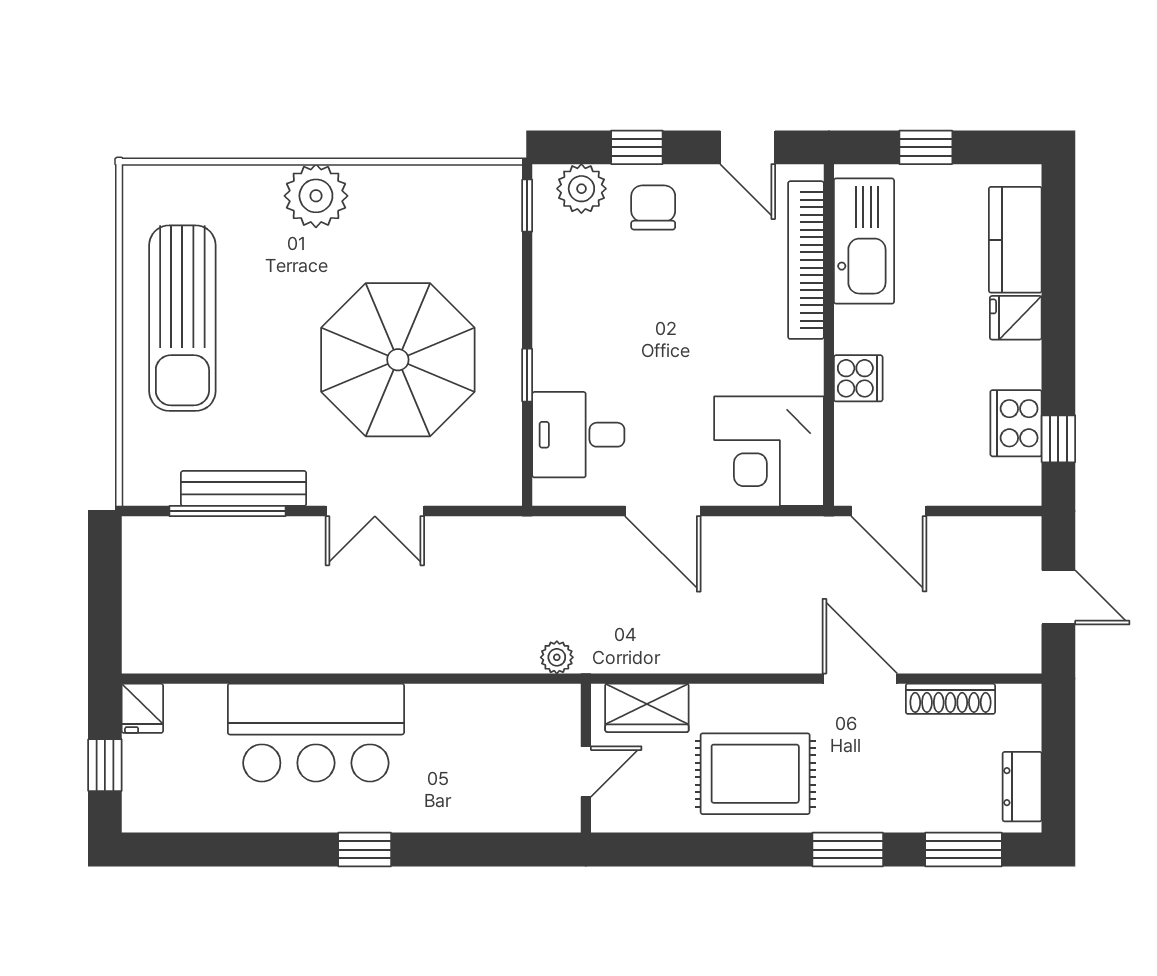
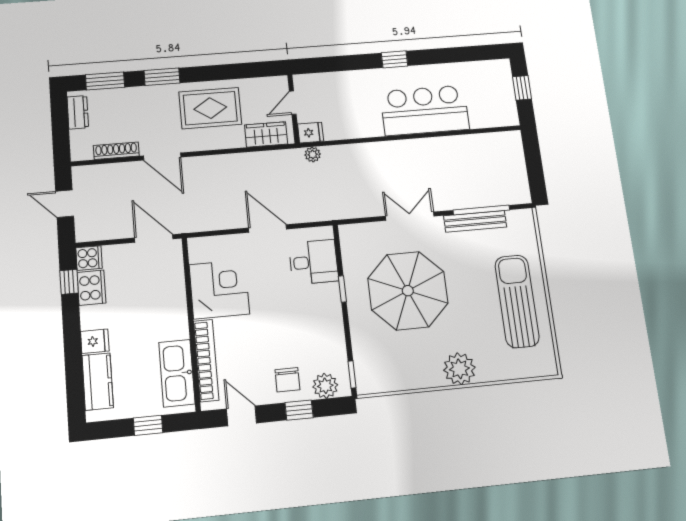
cooker: (858, 378) -> (89, 258), moved, turned 180
corner desk: (769, 451) -> (219, 289), moved
fridge: (142, 708) -> (311, 133), moved, turned 90

